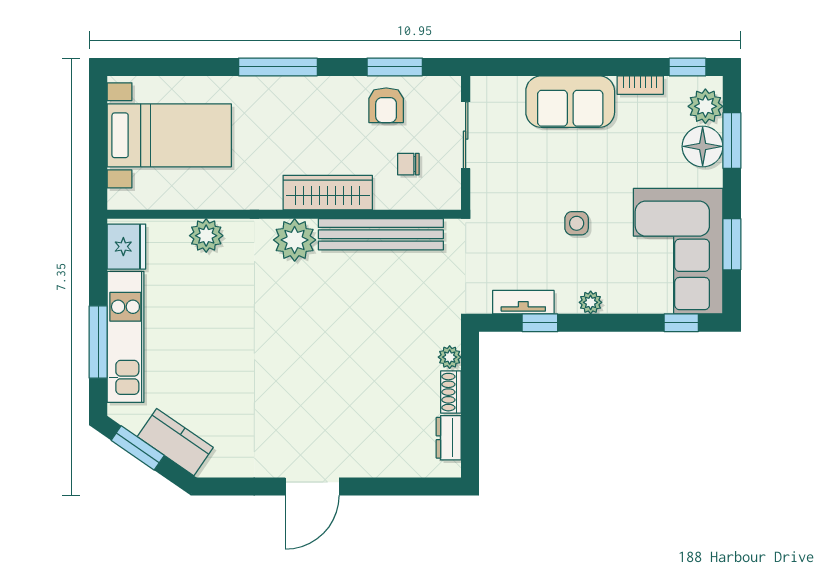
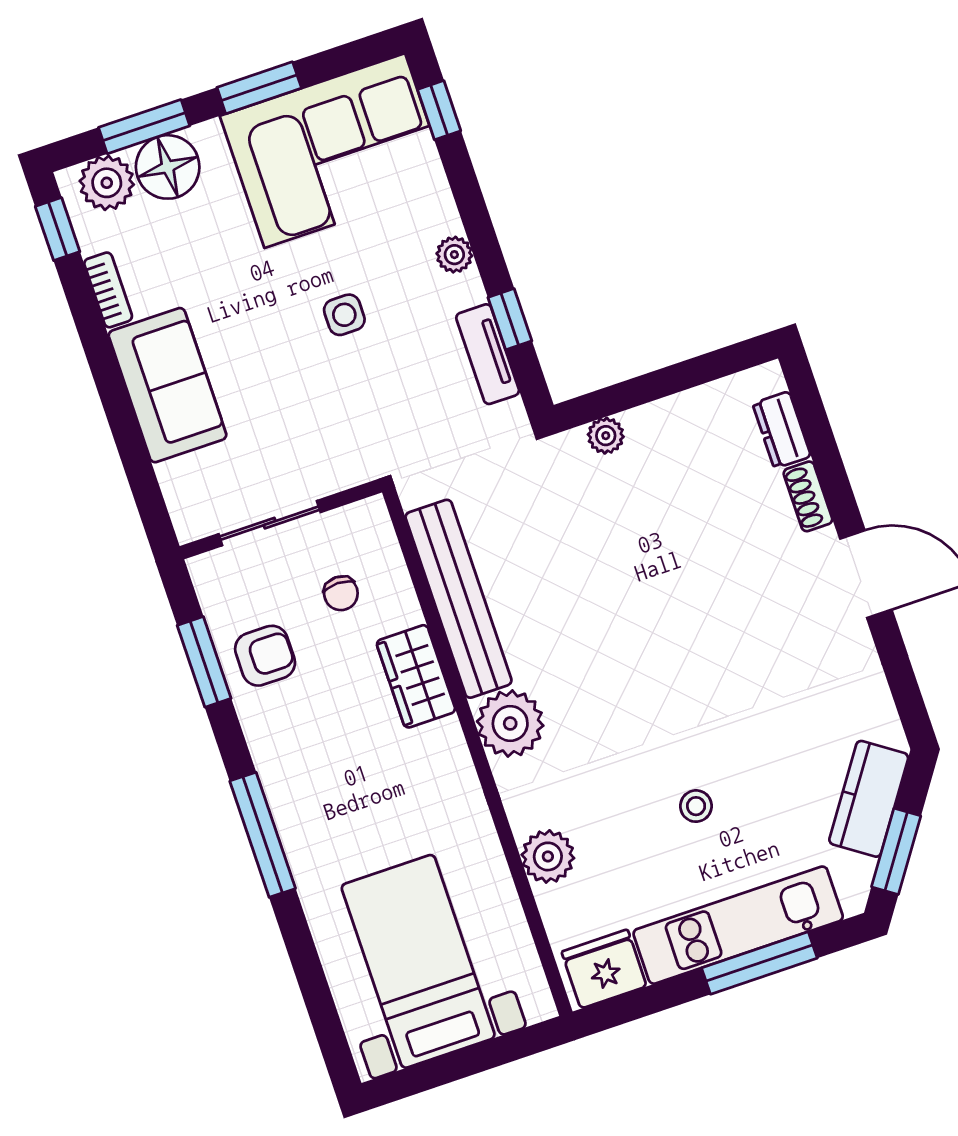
wardrobe: (328, 193) -> (416, 676), width x0.67
window: (732, 244) -> (259, 88), moved
stool: (206, 336) -> (696, 806), added
shoe rack: (451, 392) -> (808, 496), moved, turned 90
dresser: (449, 438) -> (782, 430), moved, turned 90

